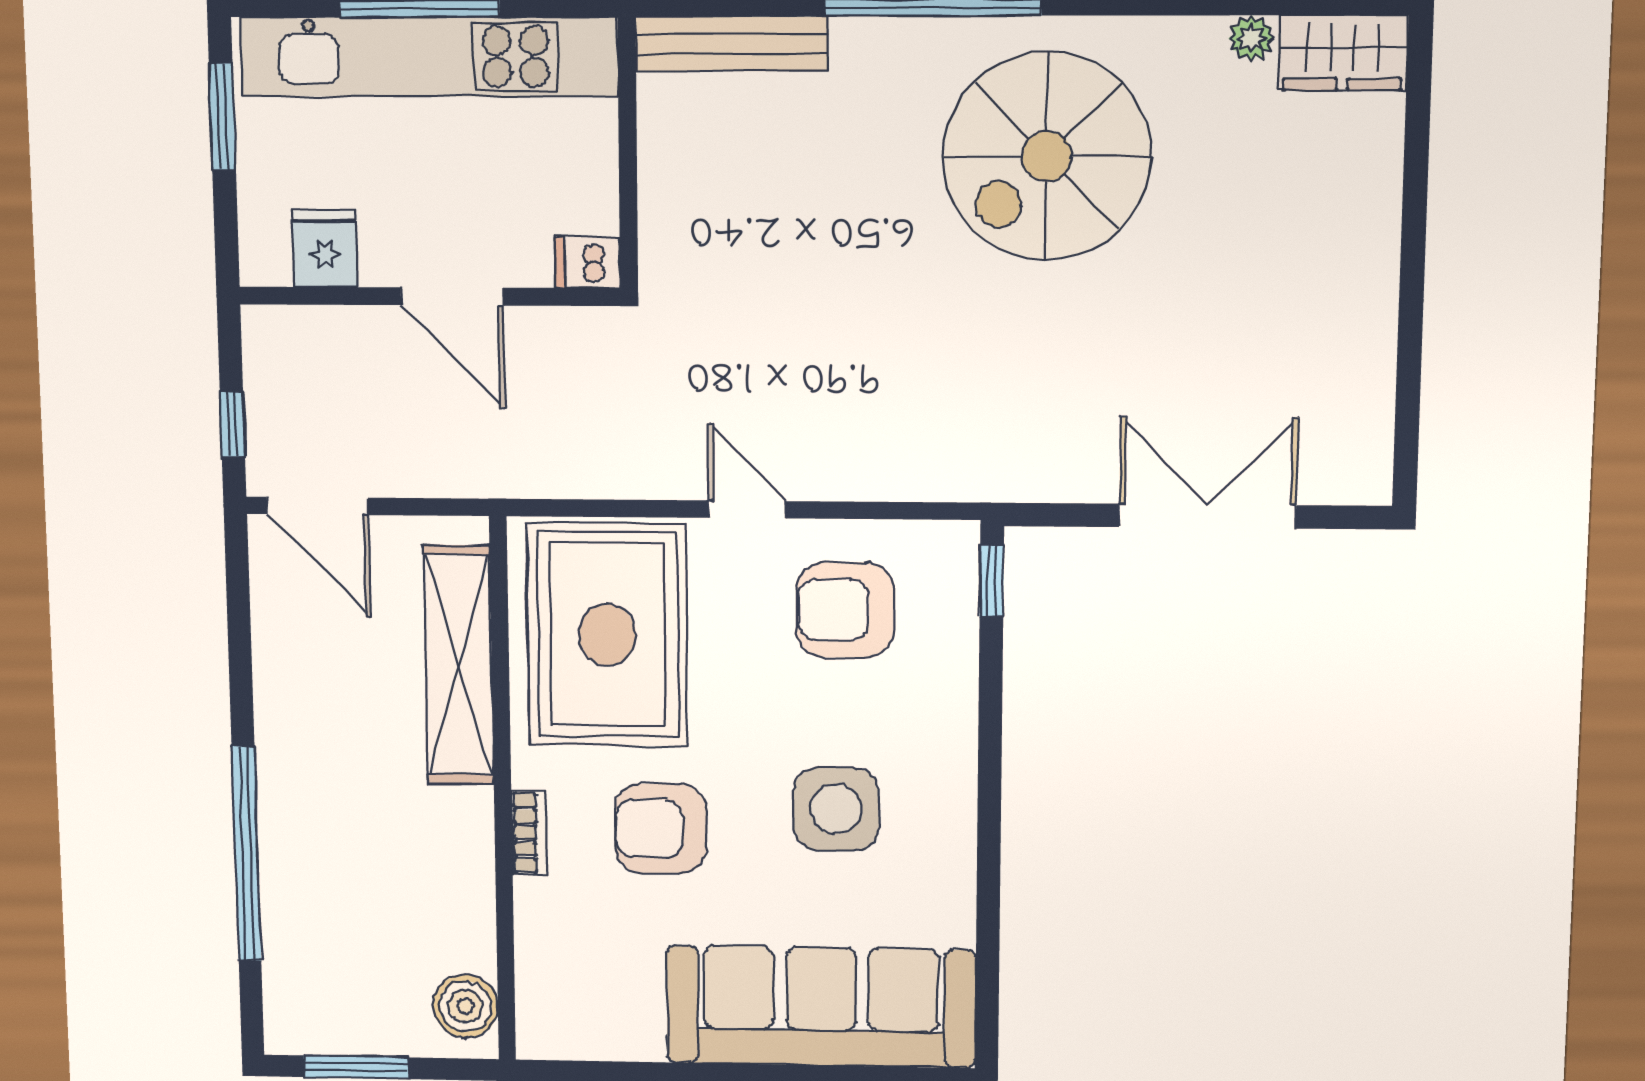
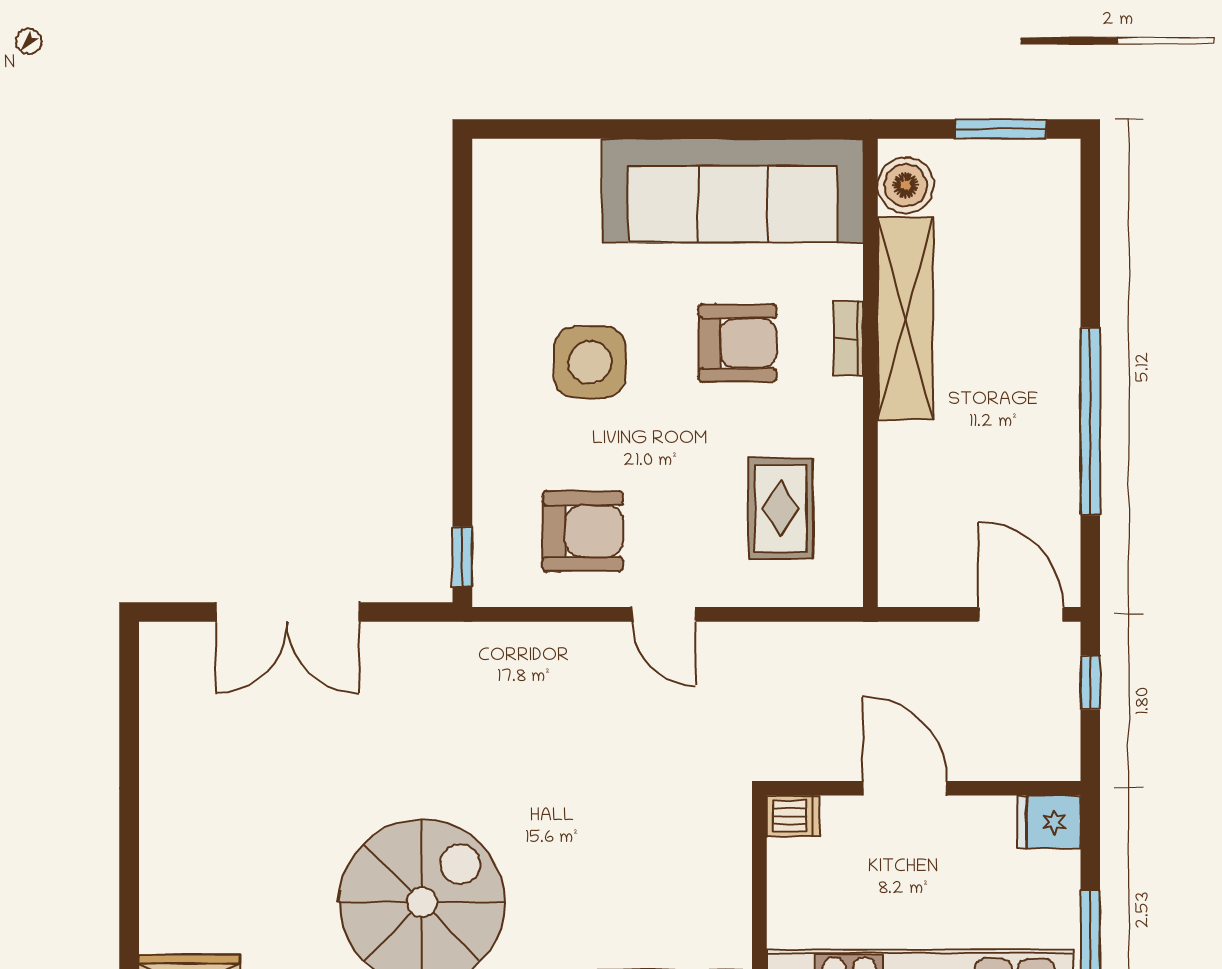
fridge: (325, 248) -> (1049, 822), moved, turned 90
rug: (607, 635) -> (781, 508), width x0.54, depth x0.49
shelving: (459, 665) -> (905, 318), moved
window: (246, 854) -> (1090, 421), moved
sofa: (821, 1007) -> (733, 190), moved

